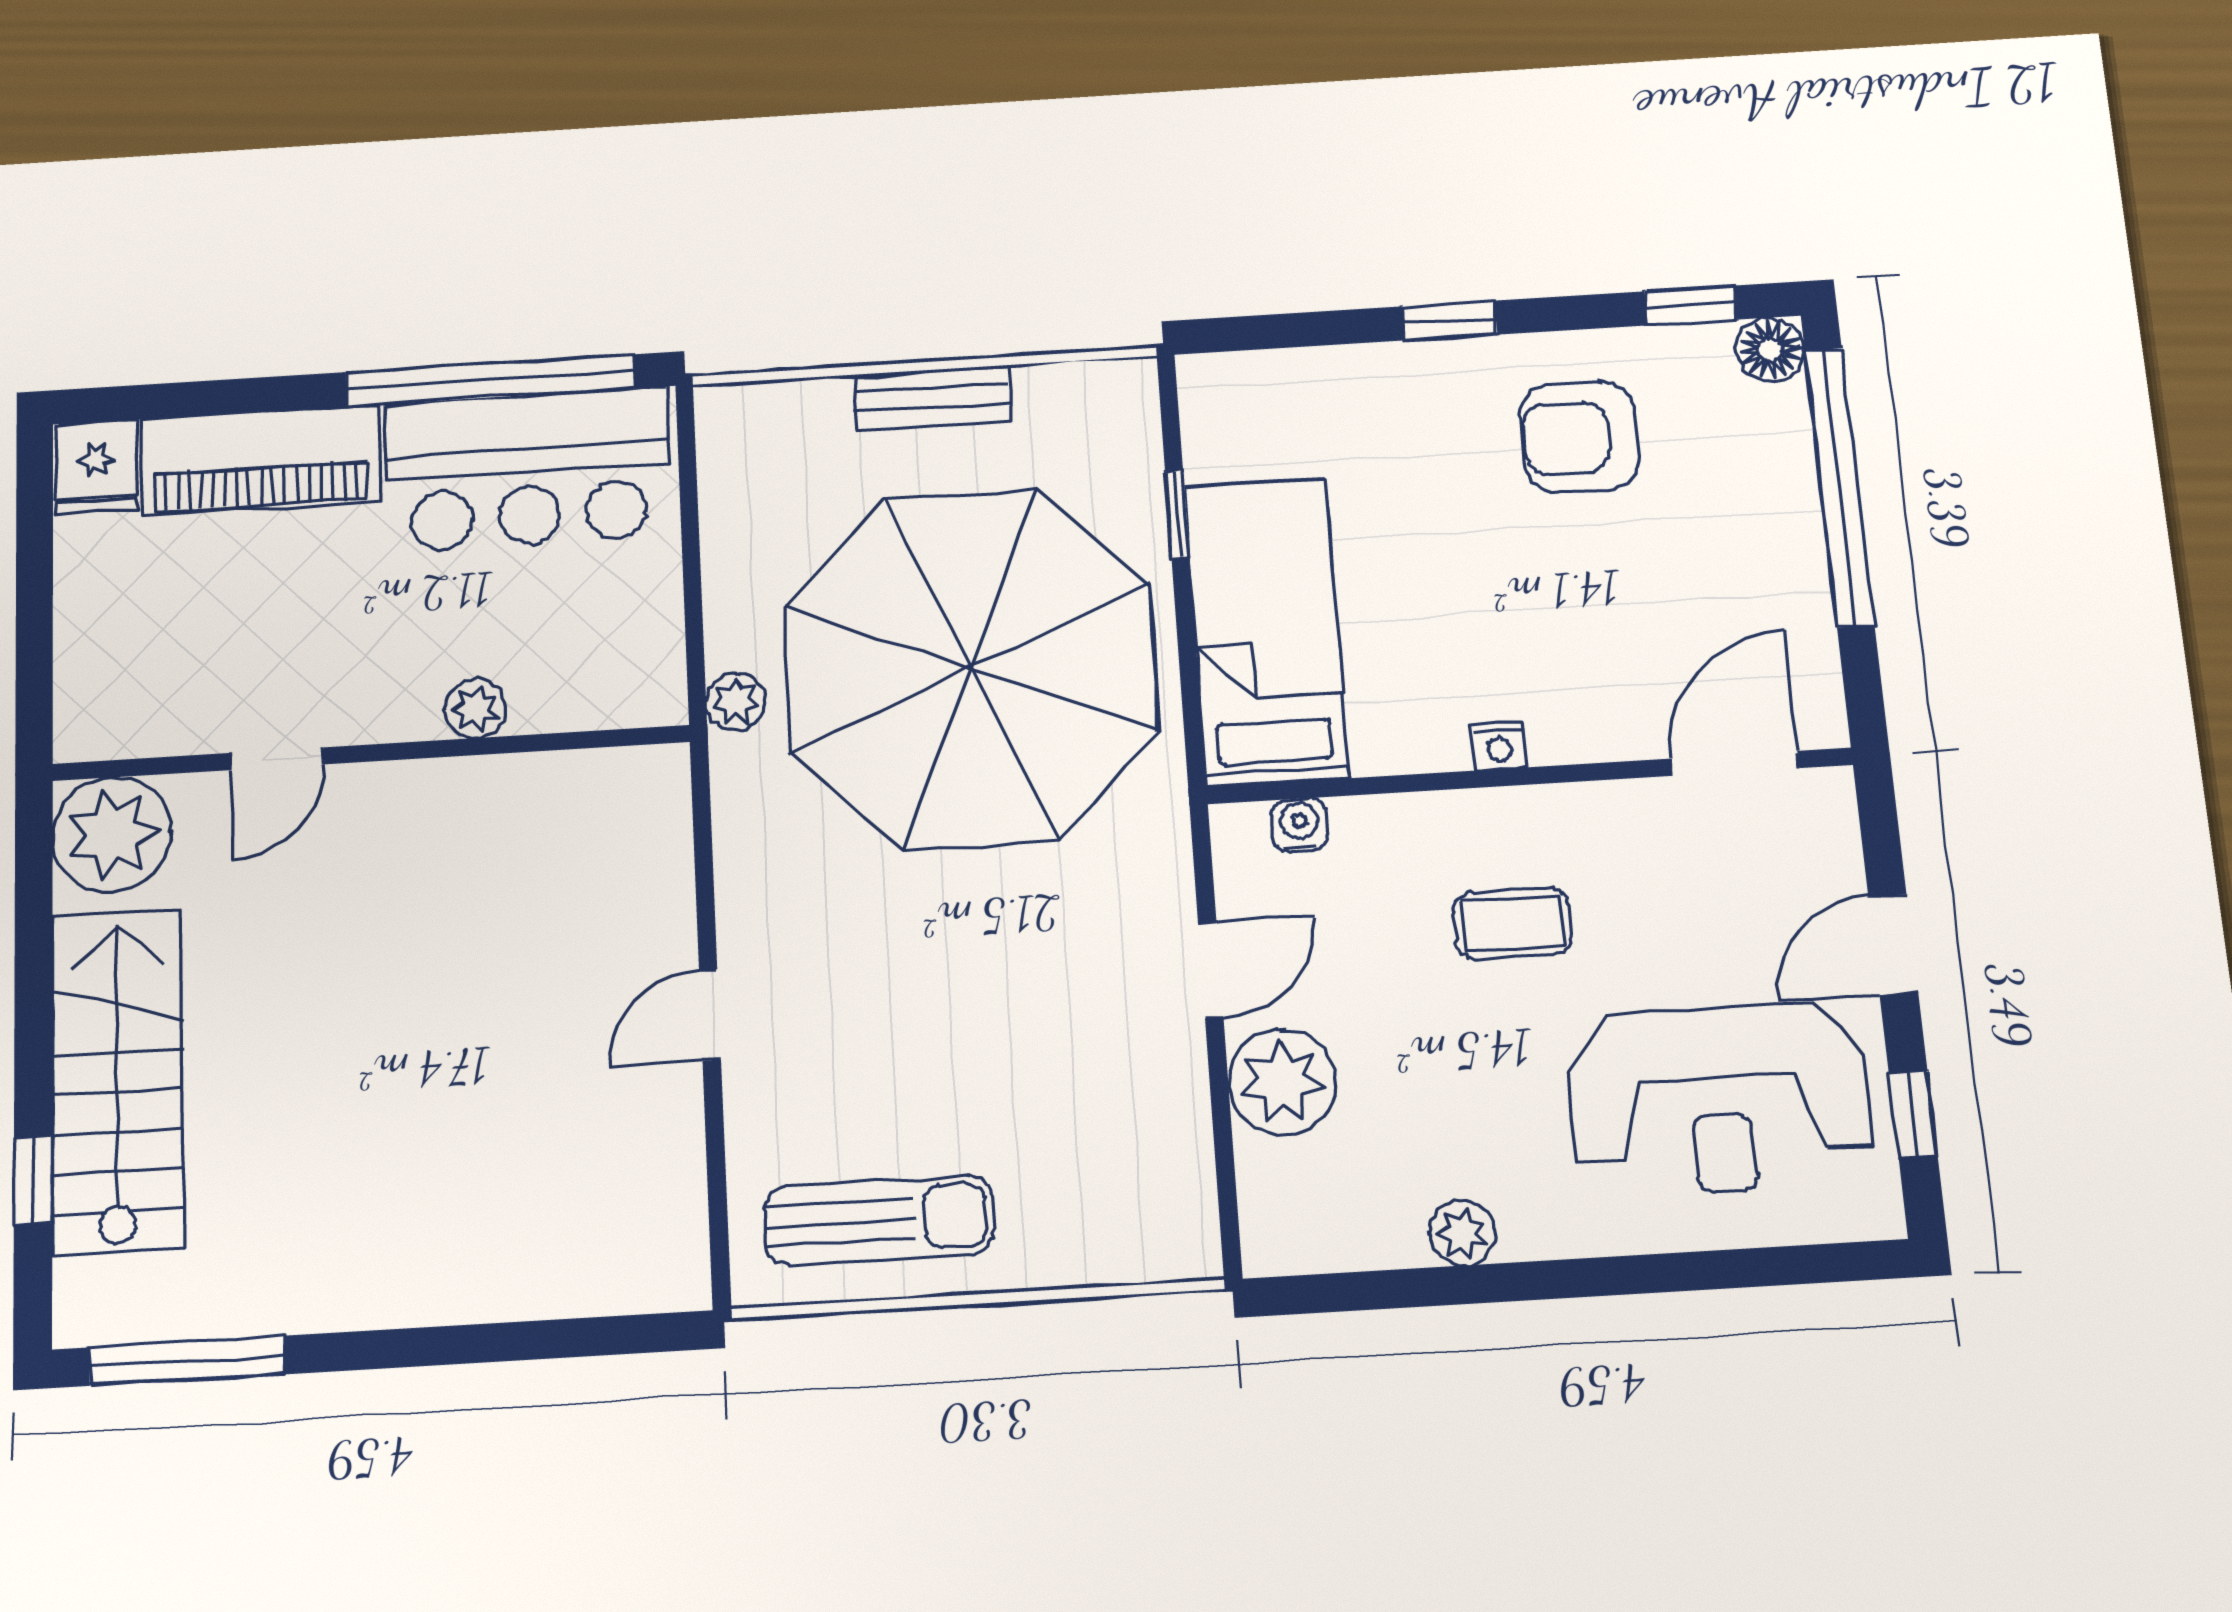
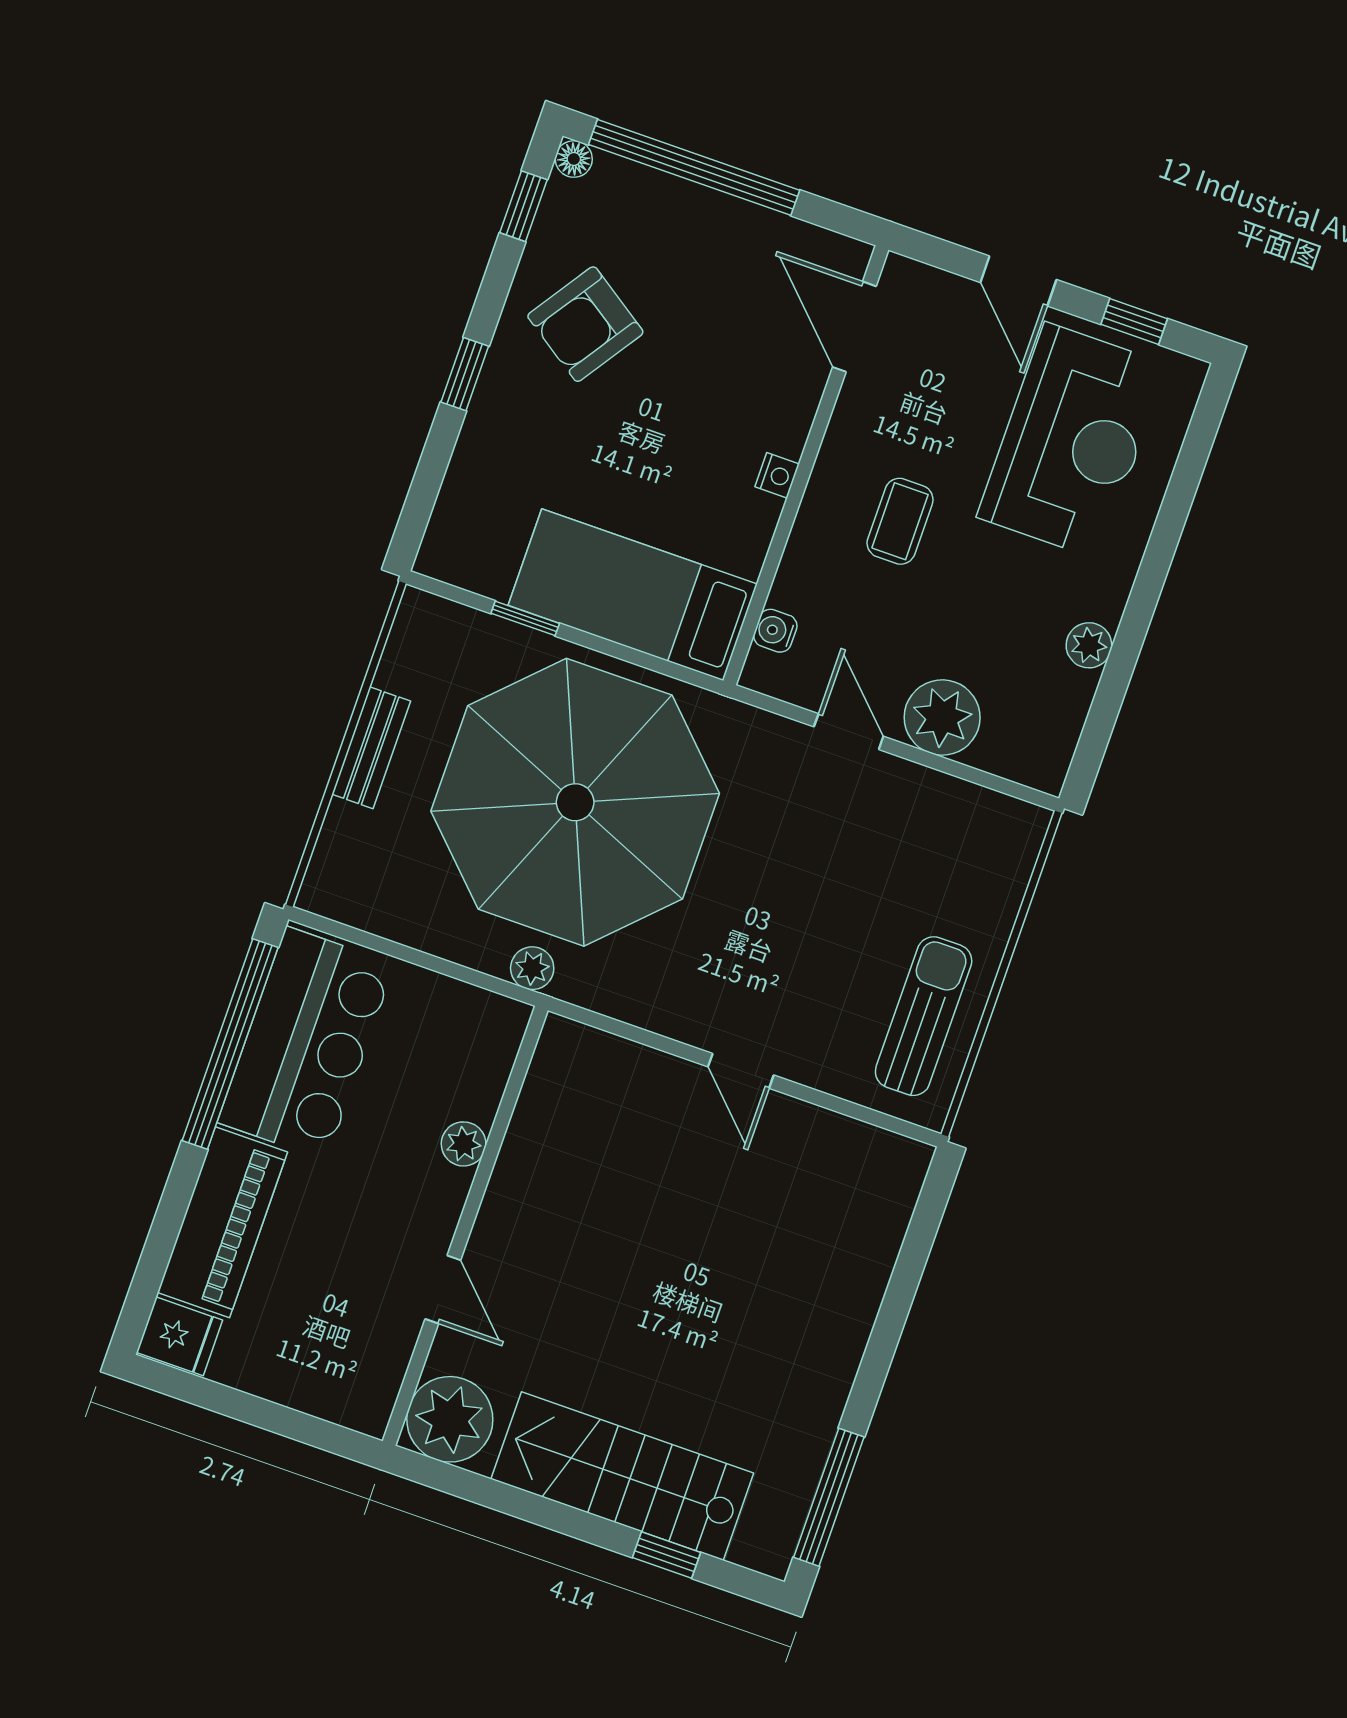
floor lamp: (1770, 350) -> (574, 159), width x0.73, depth x0.73
armchair: (1580, 437) -> (585, 324), turned 34

